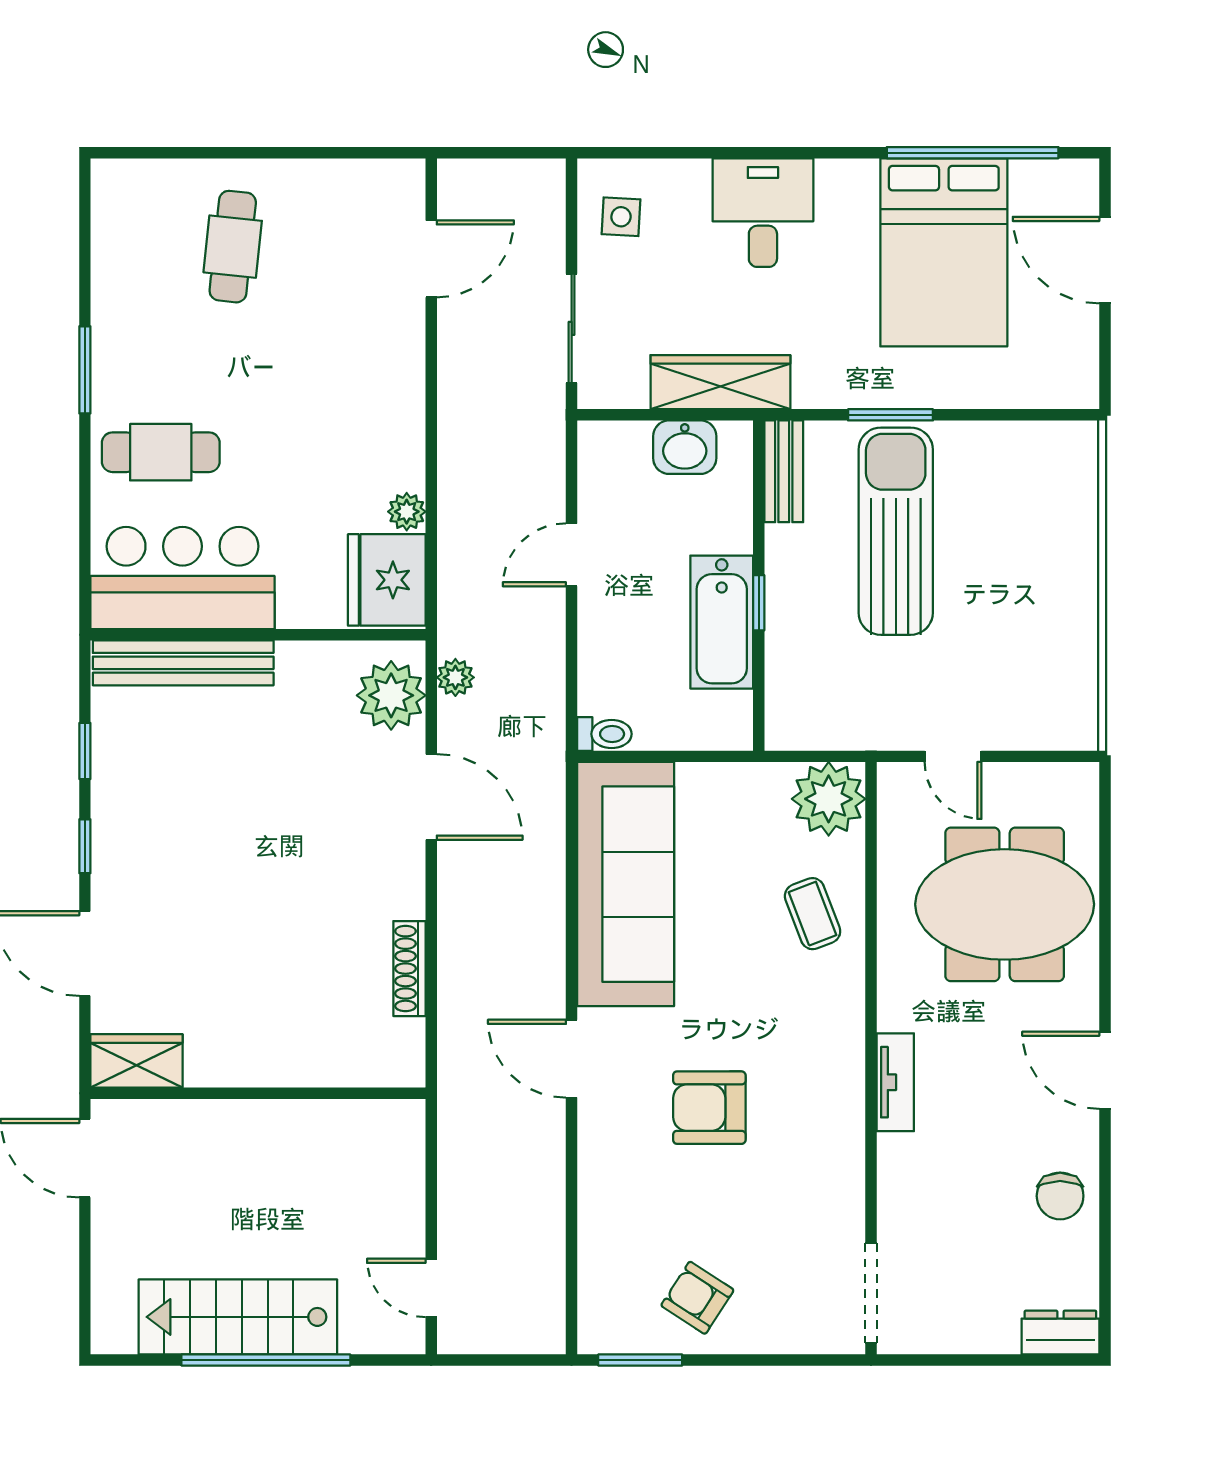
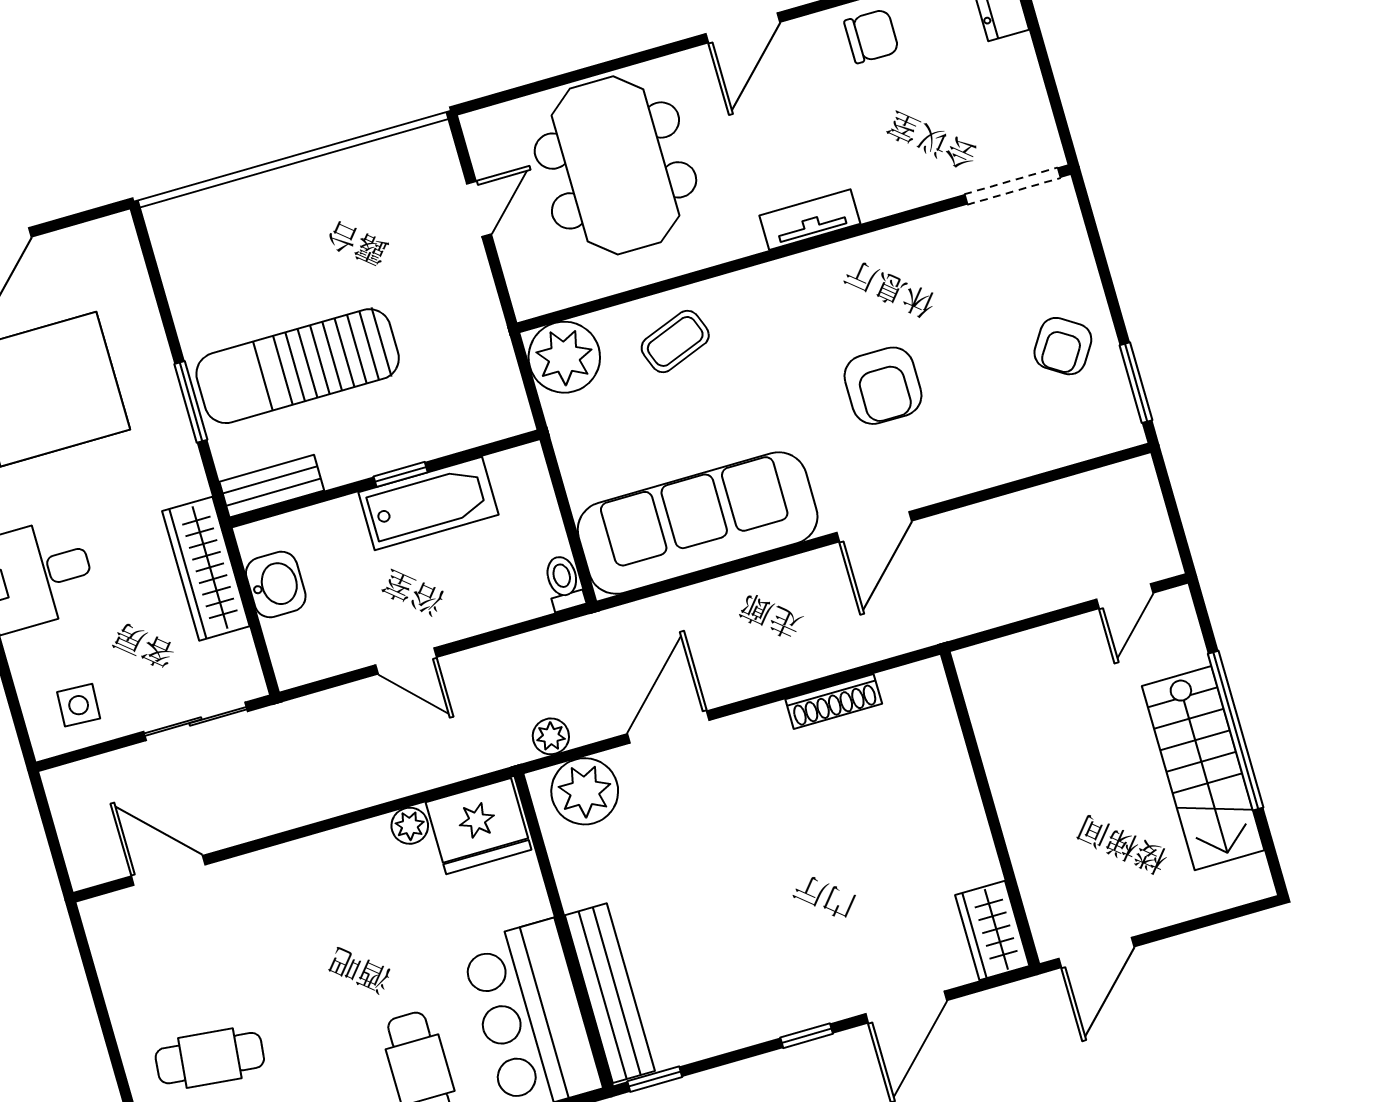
window: (85, 751) -> (655, 1079), moved
door: (953, 756) -> (479, 209), moved

